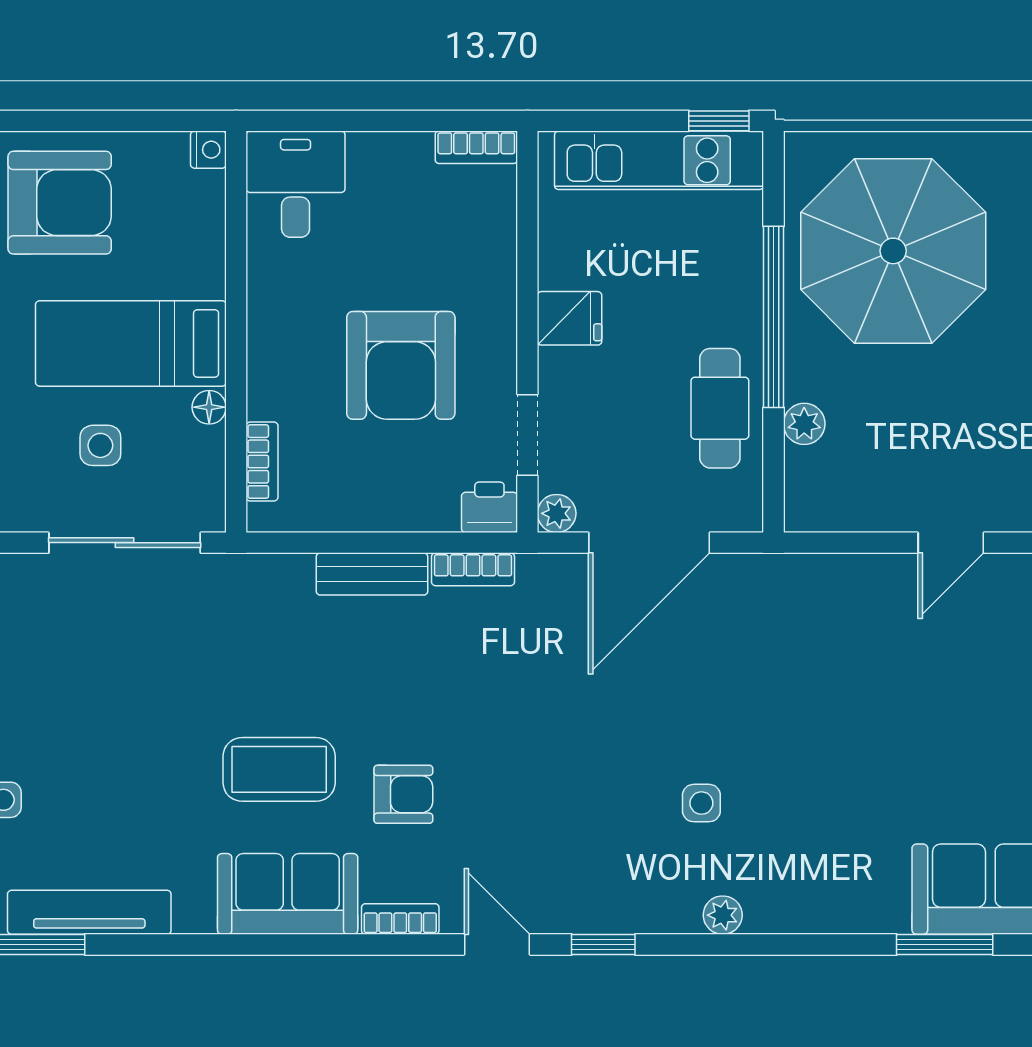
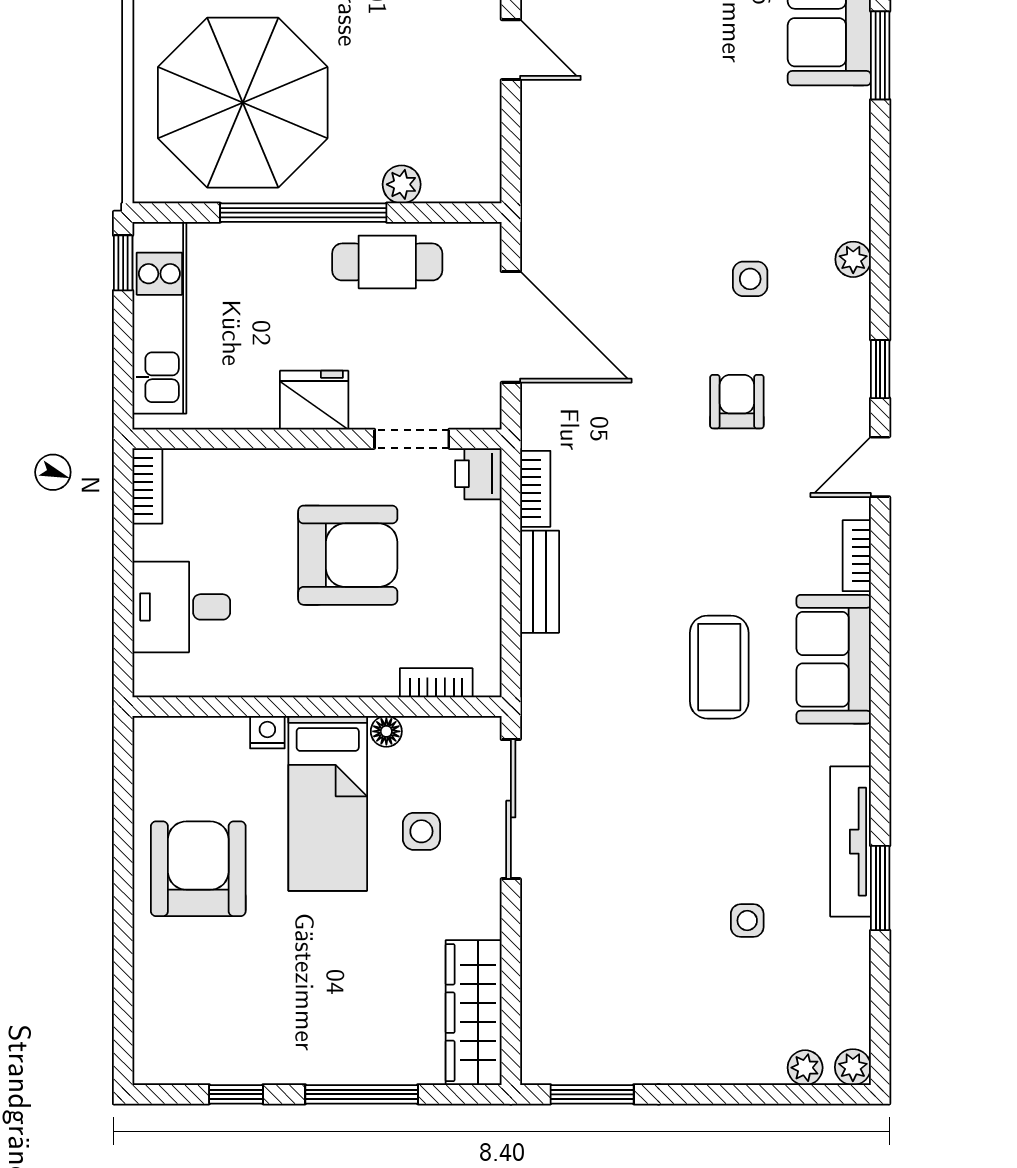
nightstand: (208, 150) -> (267, 732), moved
desk: (296, 184) -> (181, 607), moved
fridge: (570, 318) -> (314, 400), width x1.38
plant: (557, 513) -> (484, 412), removed
armchair: (403, 794) -> (737, 402), moved

